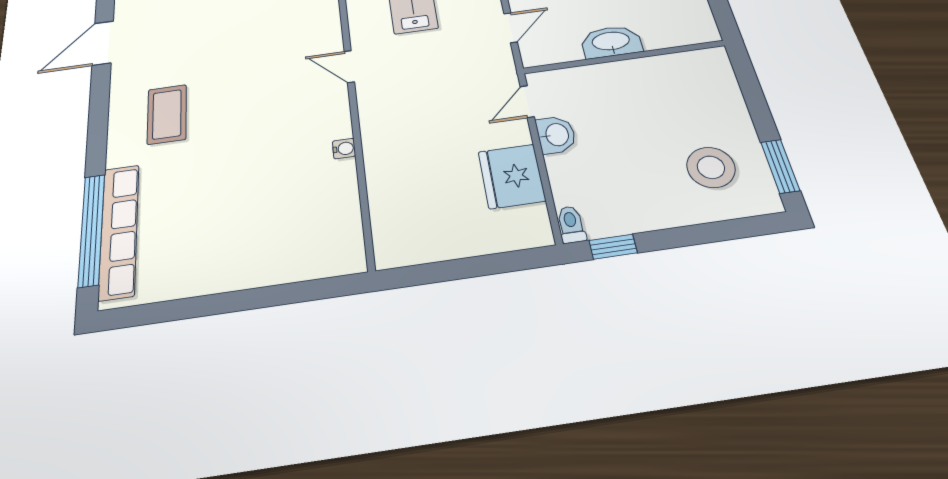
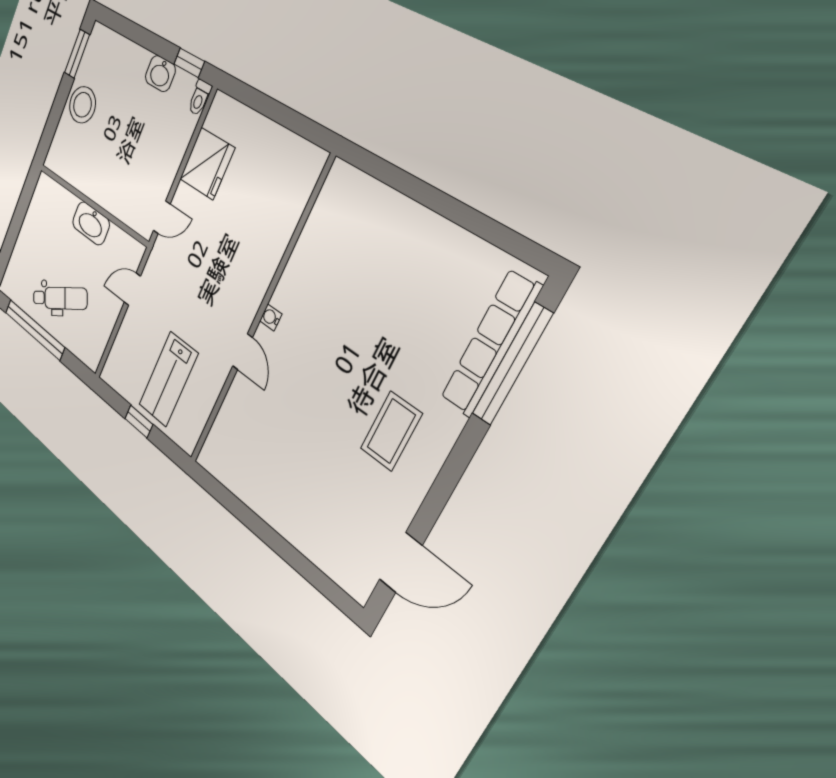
washbasin: (556, 135) -> (160, 74), moved, turned -90
water cooler: (344, 149) -> (271, 317), moved
stool: (711, 167) -> (82, 105), moved

